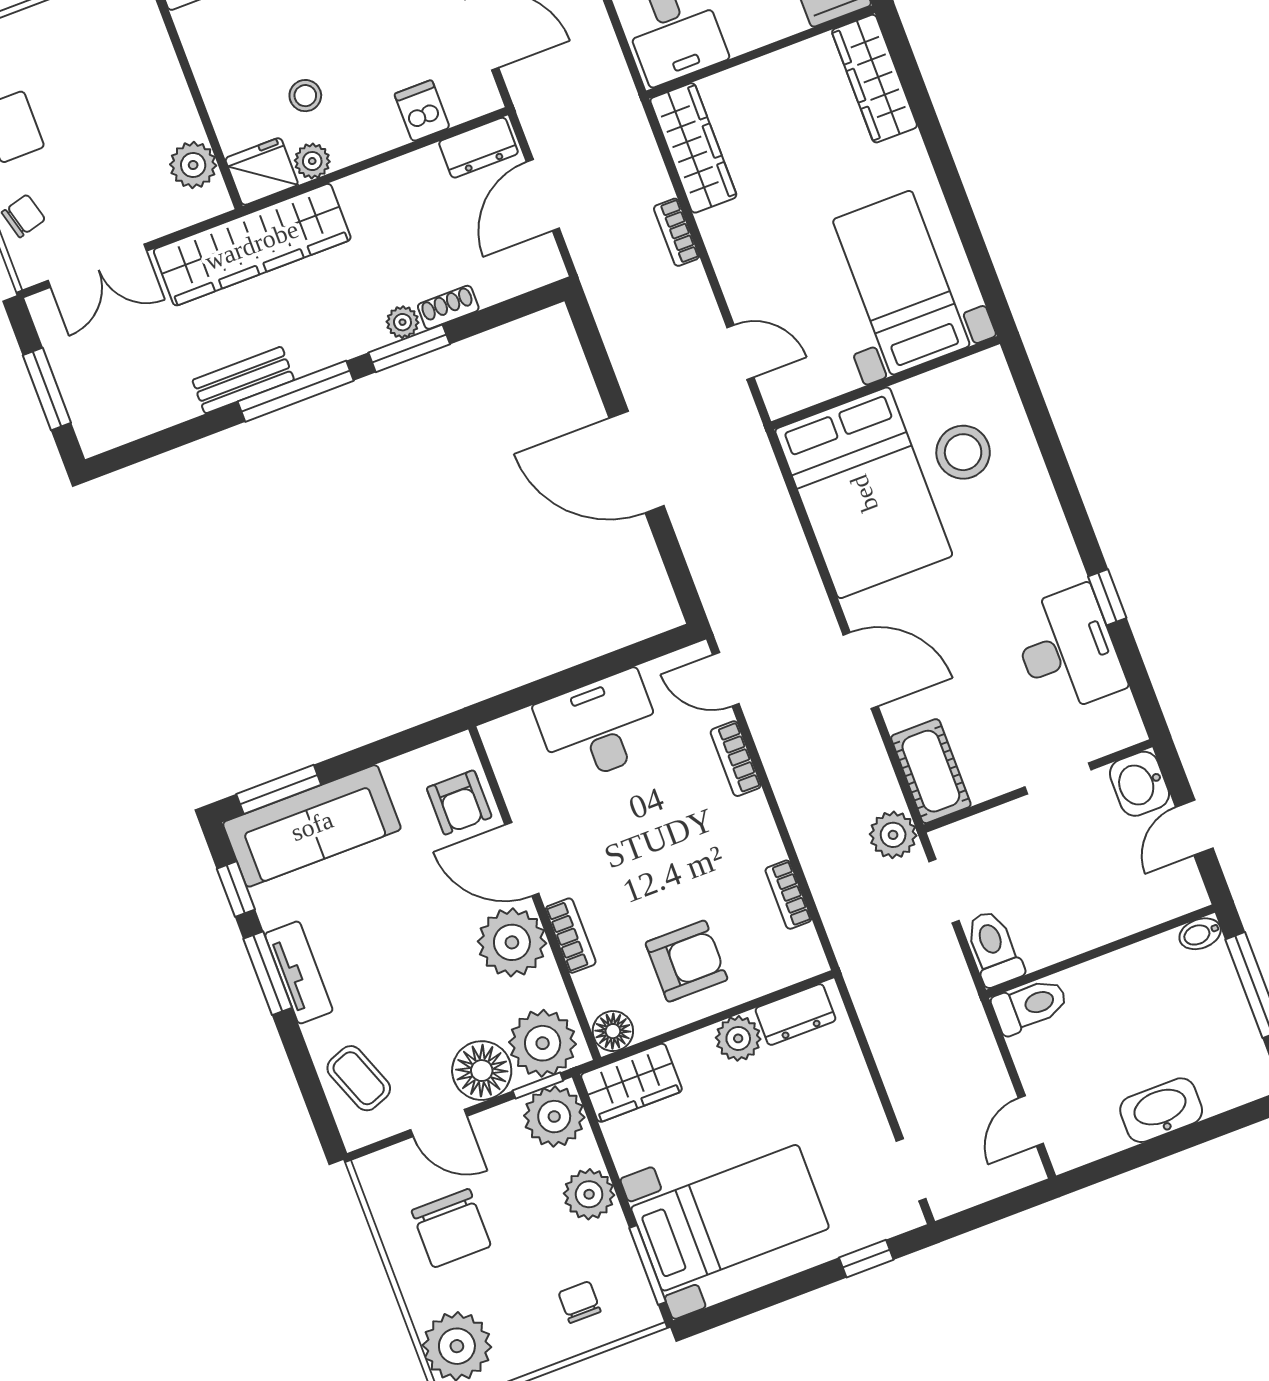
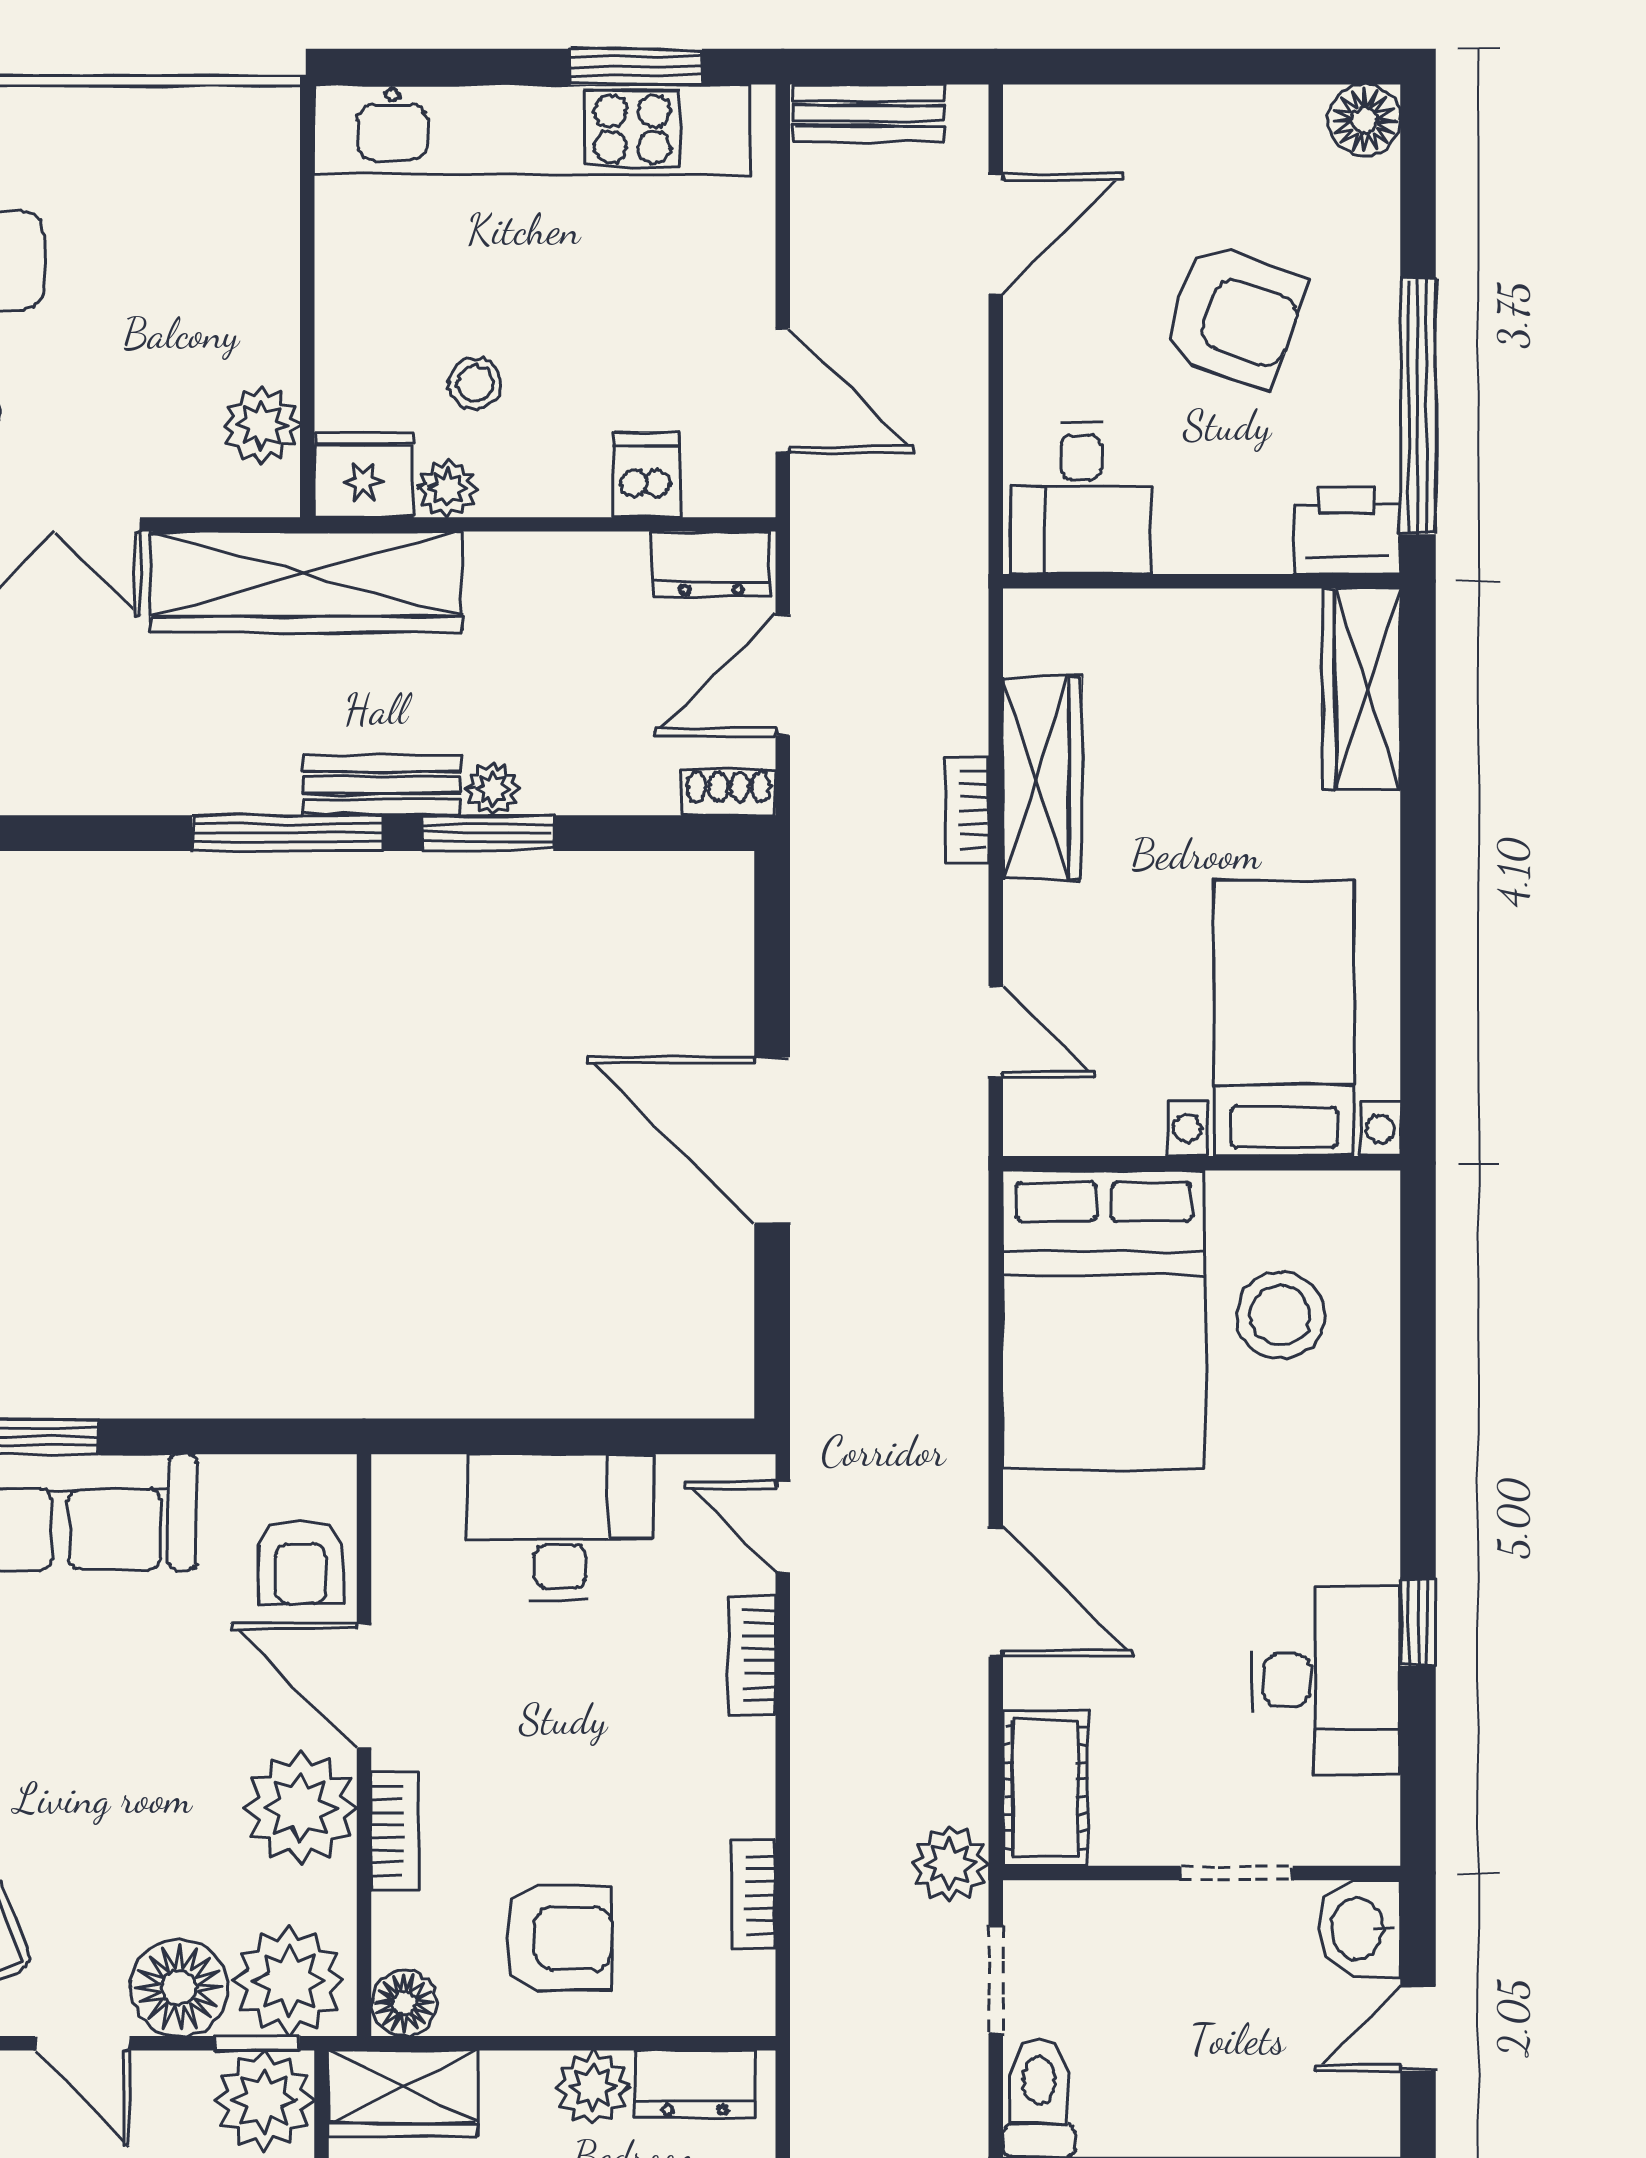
wardrobe: (693, 148) -> (1042, 778), moved
shoe rack: (448, 307) -> (729, 793), moved
bench: (243, 380) -> (382, 785), moved

